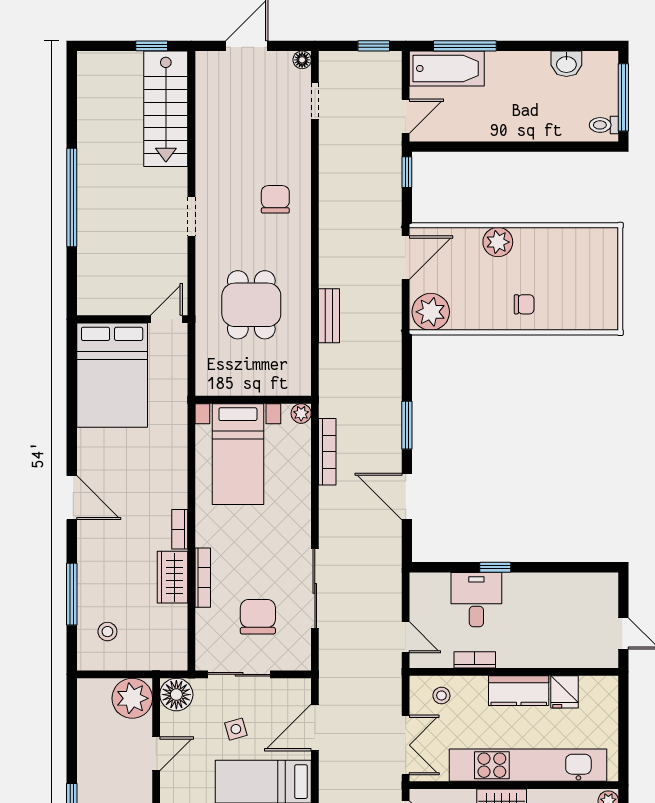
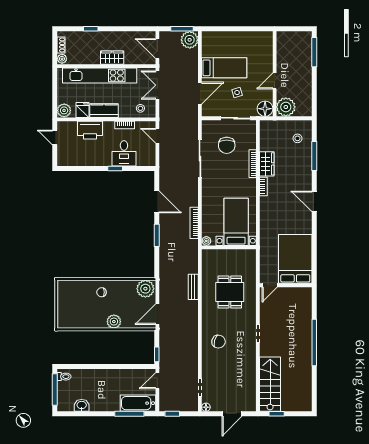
chair: (275, 199) -> (219, 342), turned -75
printer: (549, 649) -> (90, 130), added
plant: (604, 691) -> (64, 110), added

